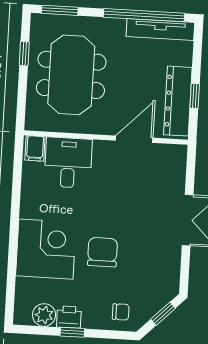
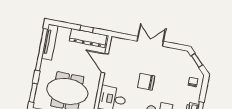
chair: (103, 252) -> (146, 82), moved

